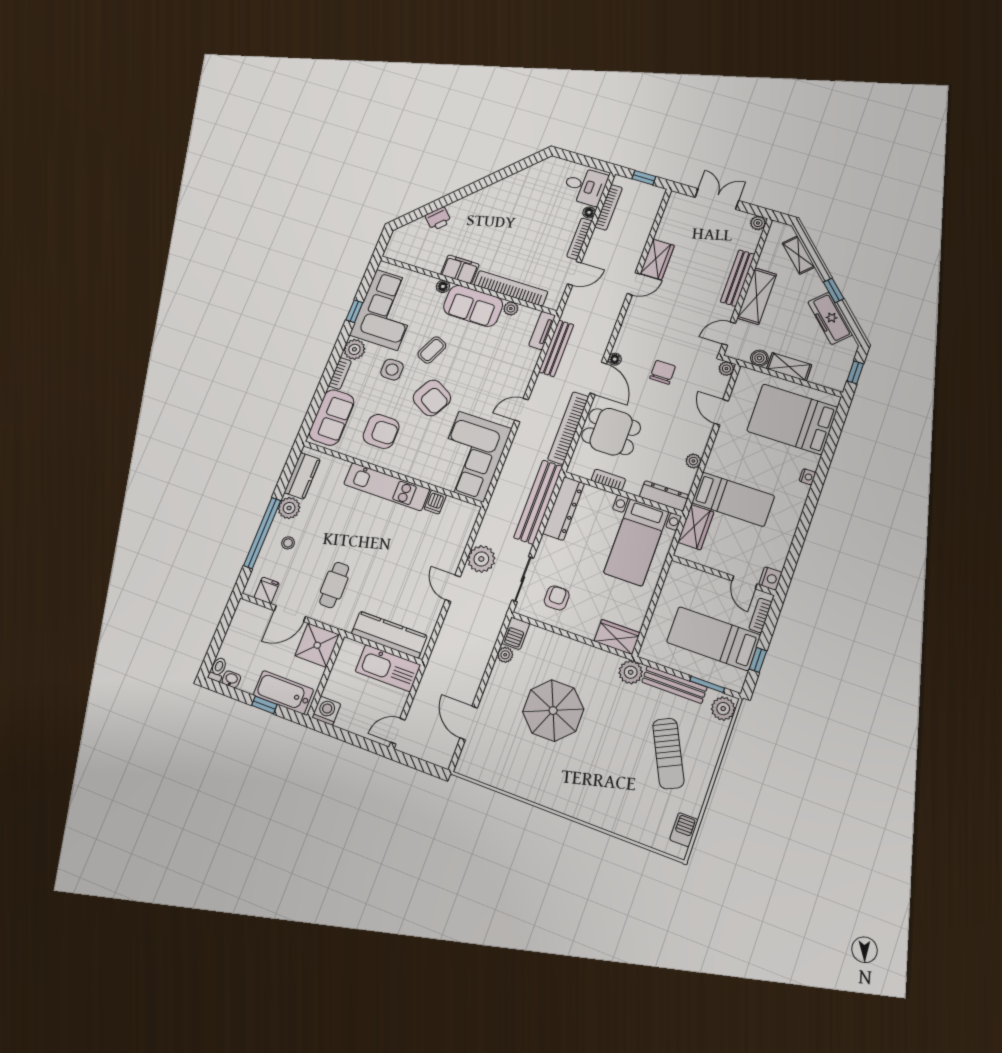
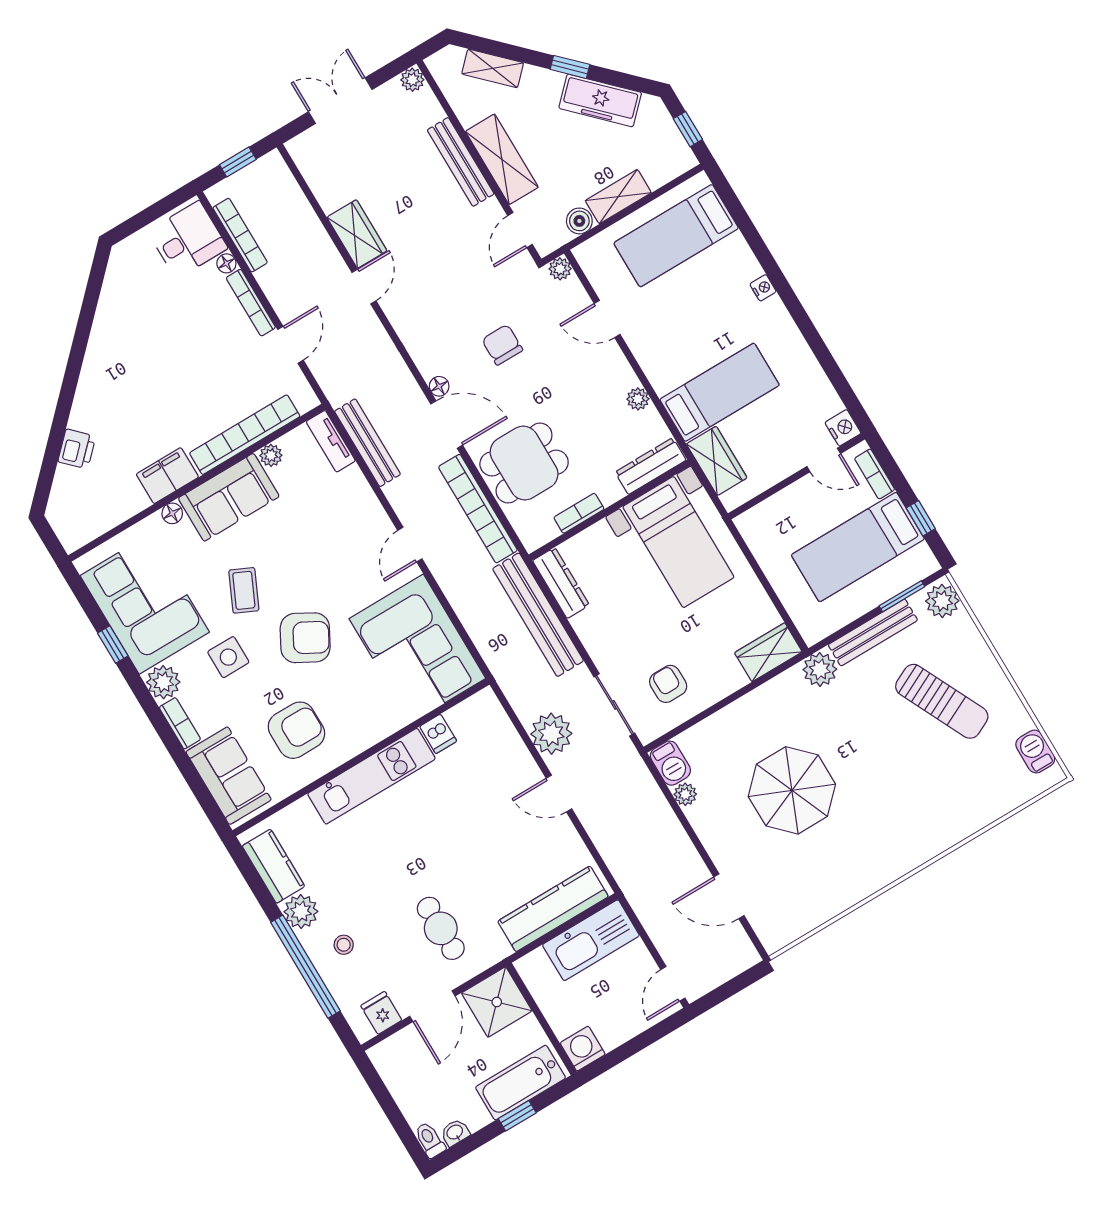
bed: (792, 419) -> (676, 236), width x0.67
dresser: (564, 508) -> (561, 583), width x0.73, depth x0.80

